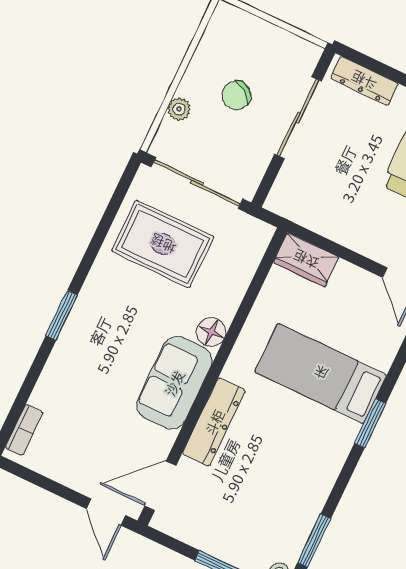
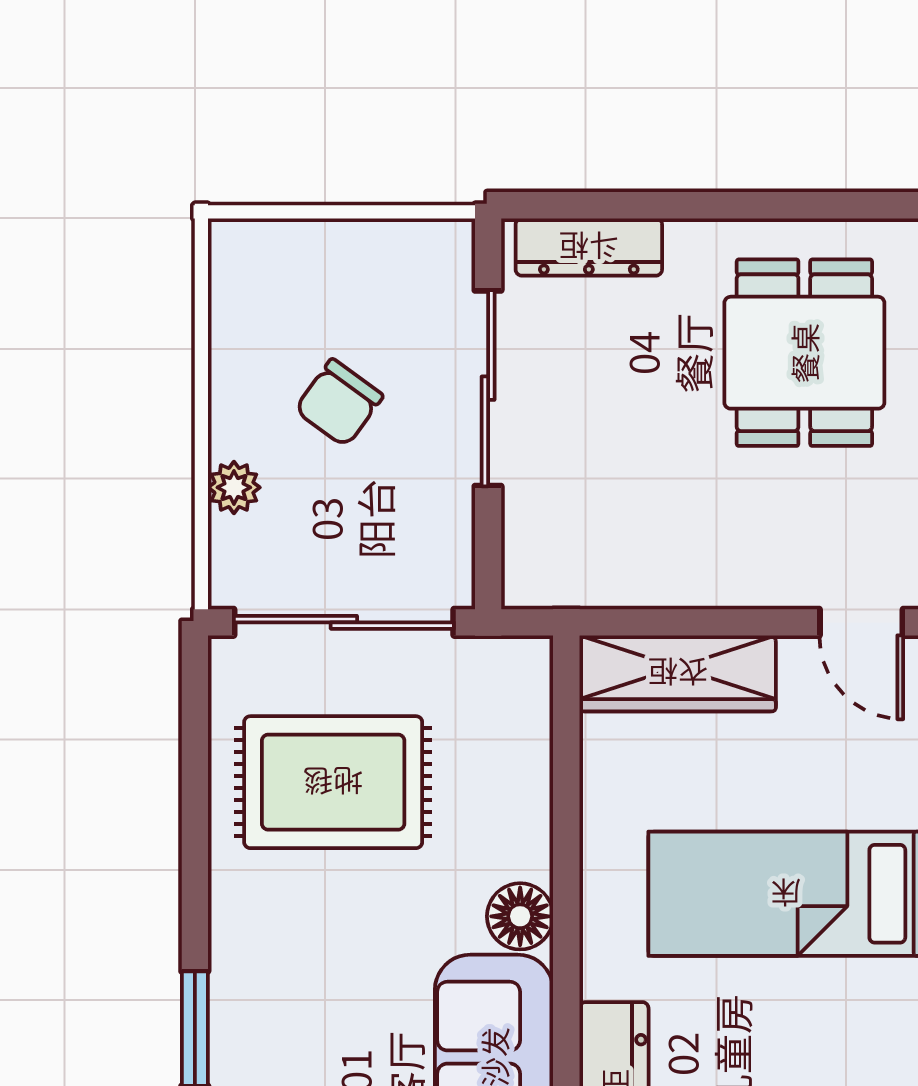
wardrobe: (306, 260) -> (678, 673), width x1.50

